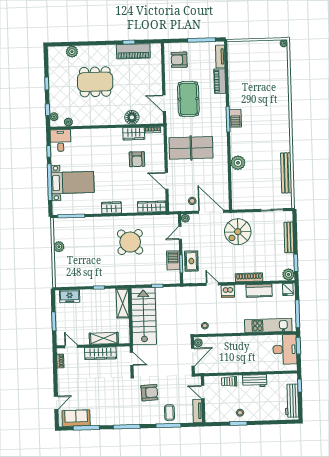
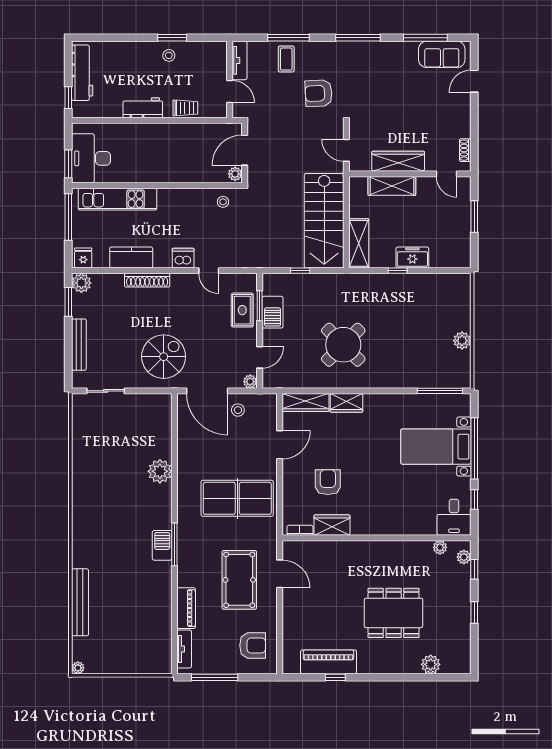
floor lamp: (132, 117) -> (334, 552), removed
bench: (286, 173) -> (80, 602), moved
door: (167, 181) -> (280, 445), hinge flipped
wardrobe: (112, 208) -> (346, 403), moved
freezer: (70, 296) -> (412, 258), moved

